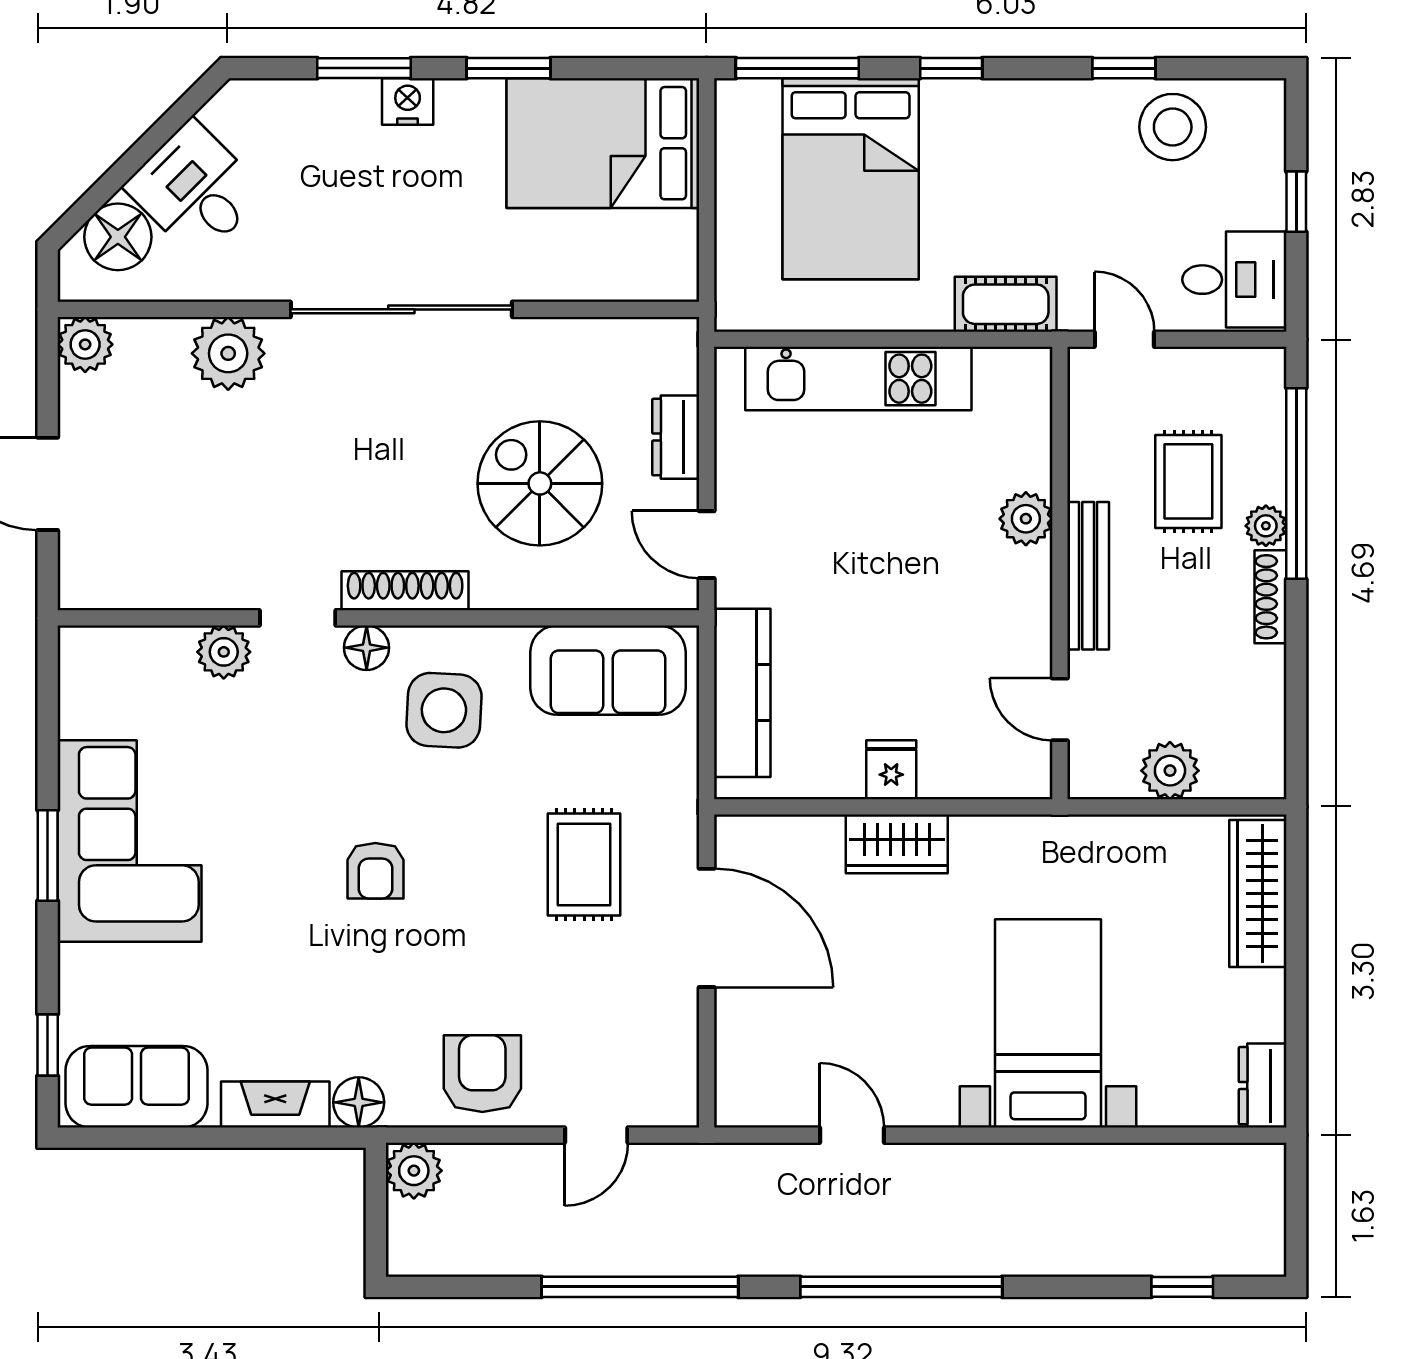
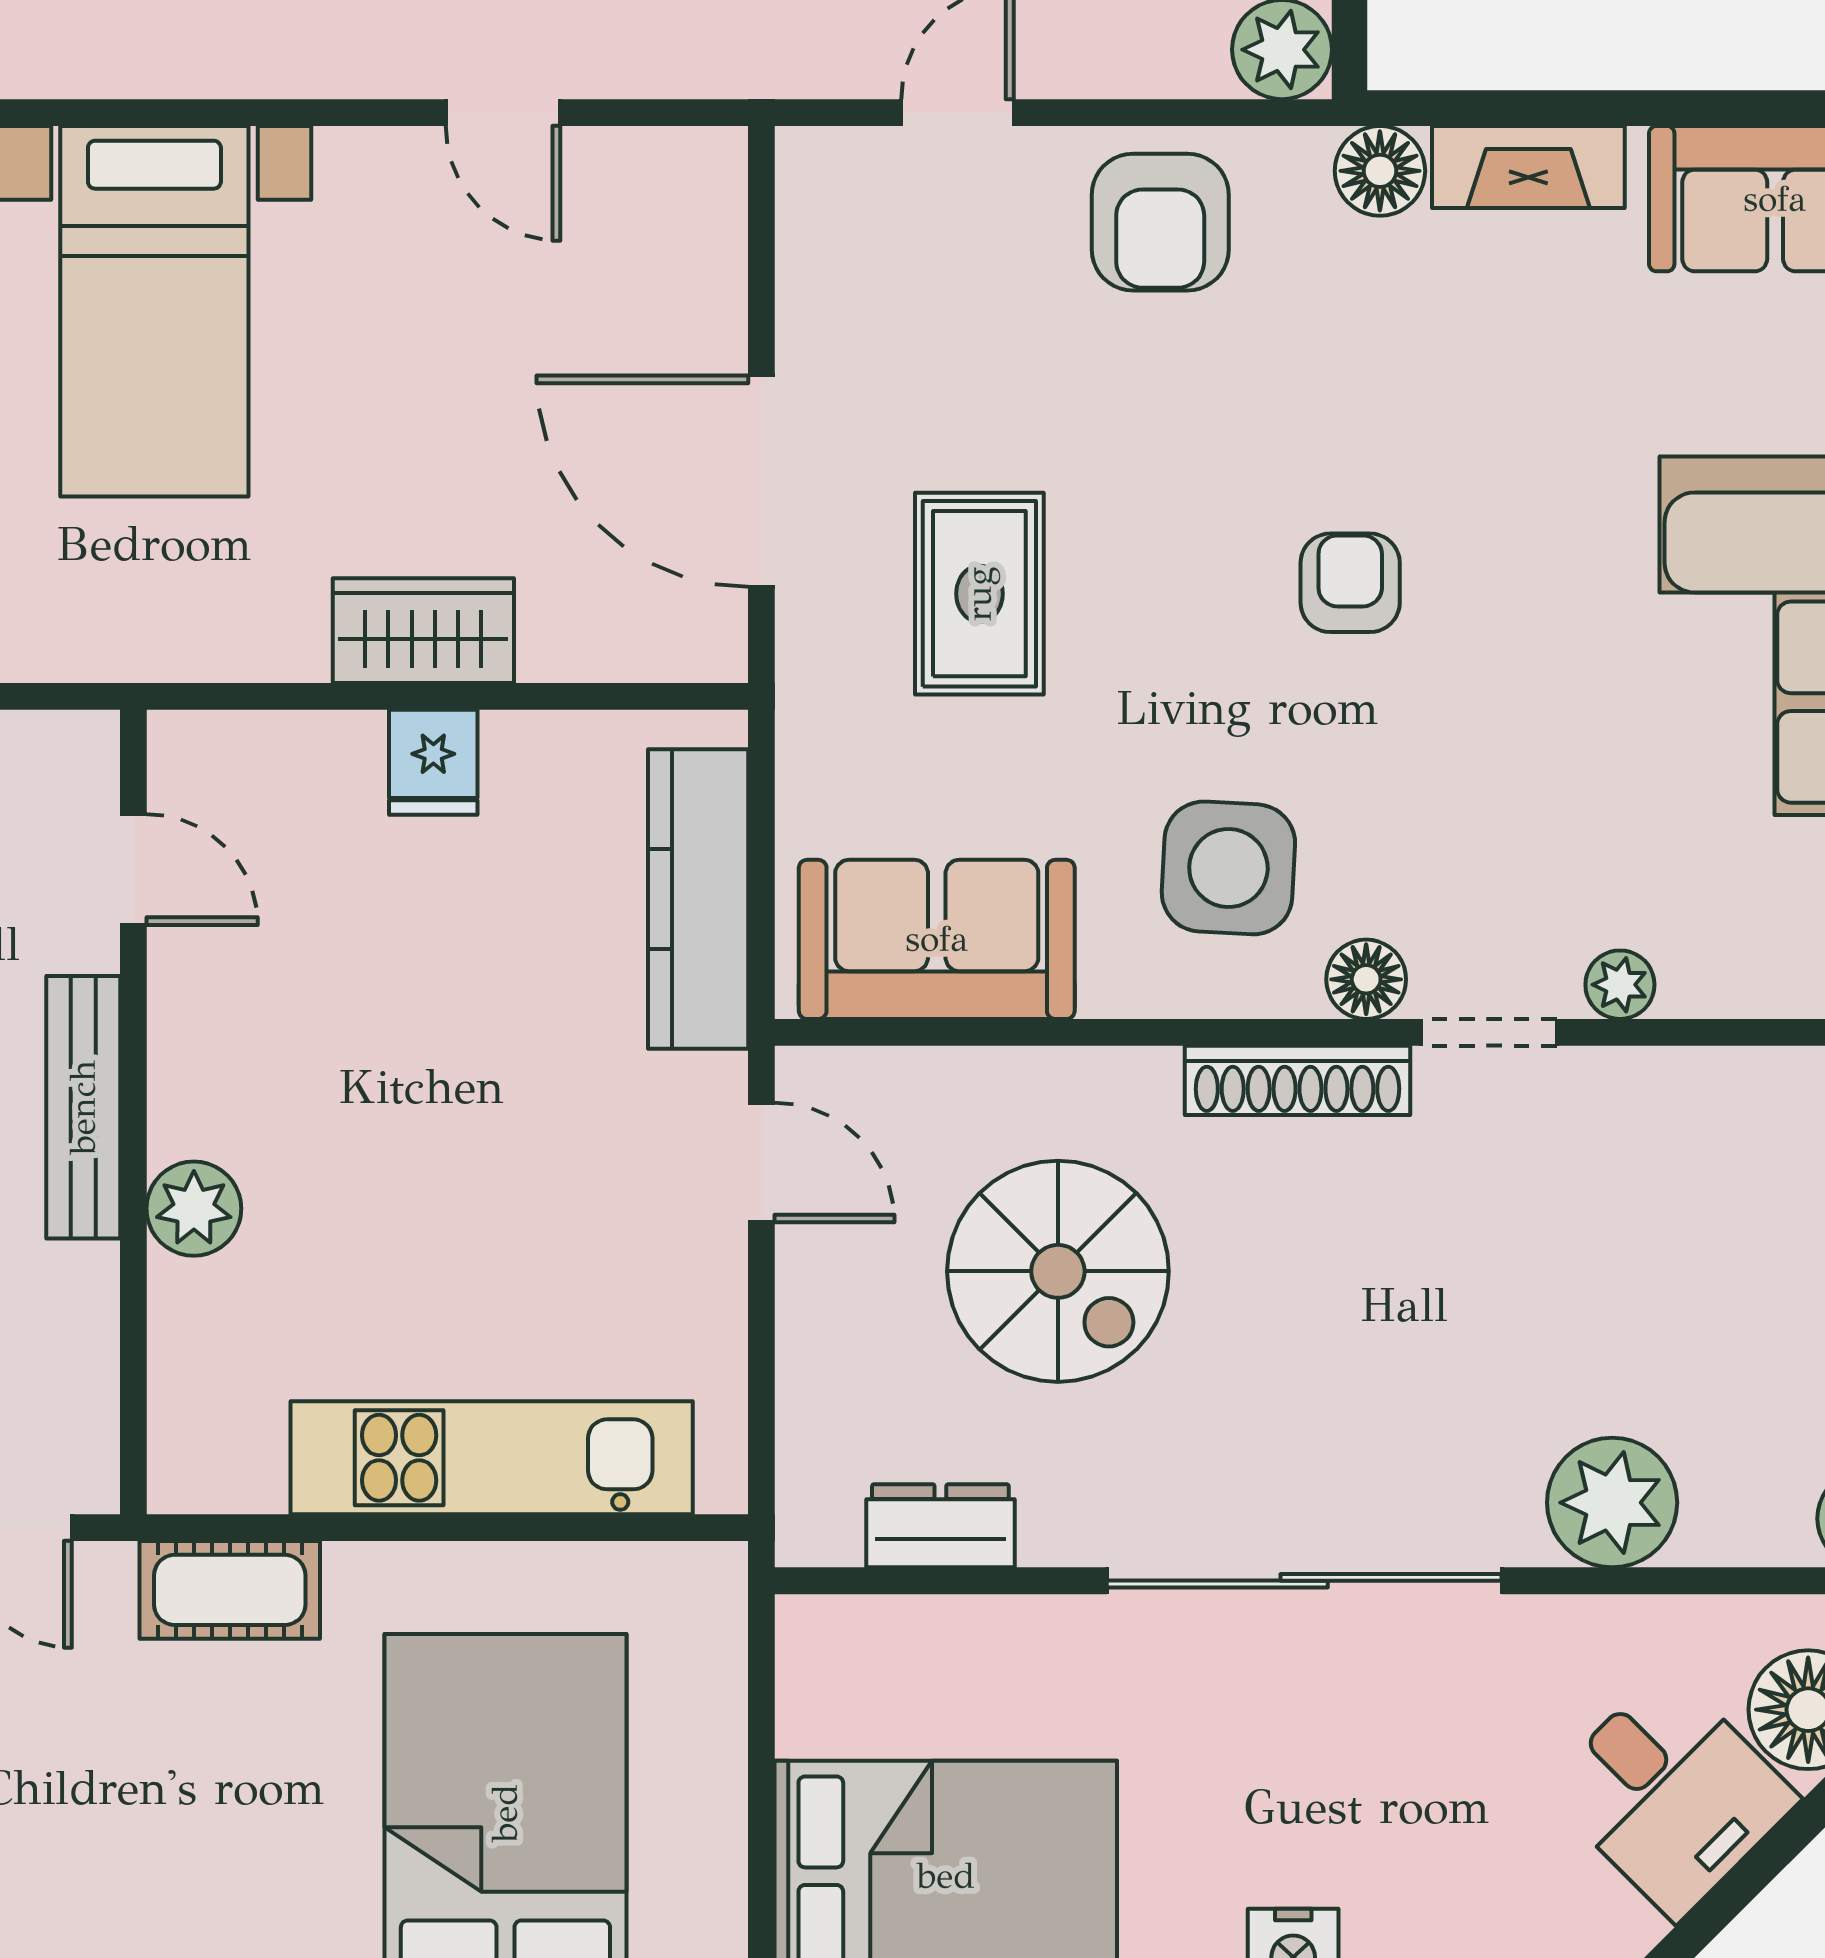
dresser: (676, 437) -> (940, 1526), moved, turned -90
plant: (224, 652) -> (1620, 985), width x0.73, depth x0.73

